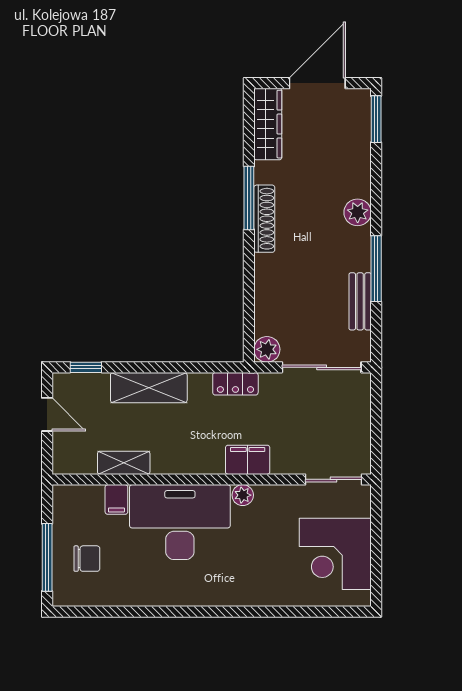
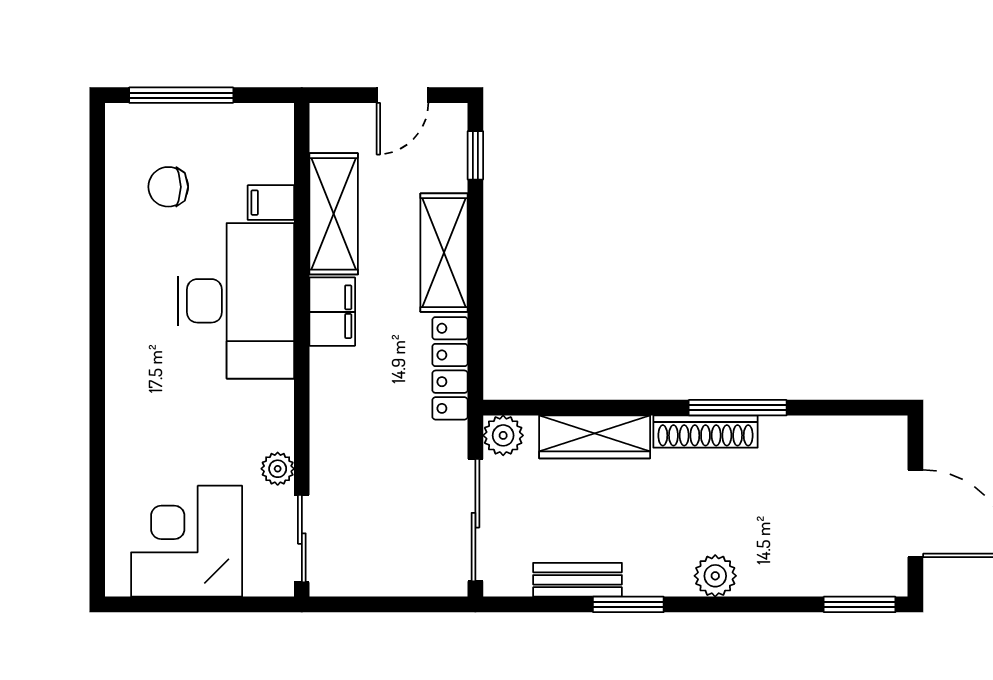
wardrobe: (268, 124) -> (595, 437), moved
window: (376, 269) -> (628, 604), width x0.69
locker: (235, 384) -> (450, 368), width x1.53
filing cabinet: (248, 460) -> (332, 312), moved
shelving: (124, 463) -> (334, 214), width x1.50, depth x1.33
plant: (243, 495) -> (278, 469), moved
chair: (87, 559) -> (168, 187), moved, turned 90

